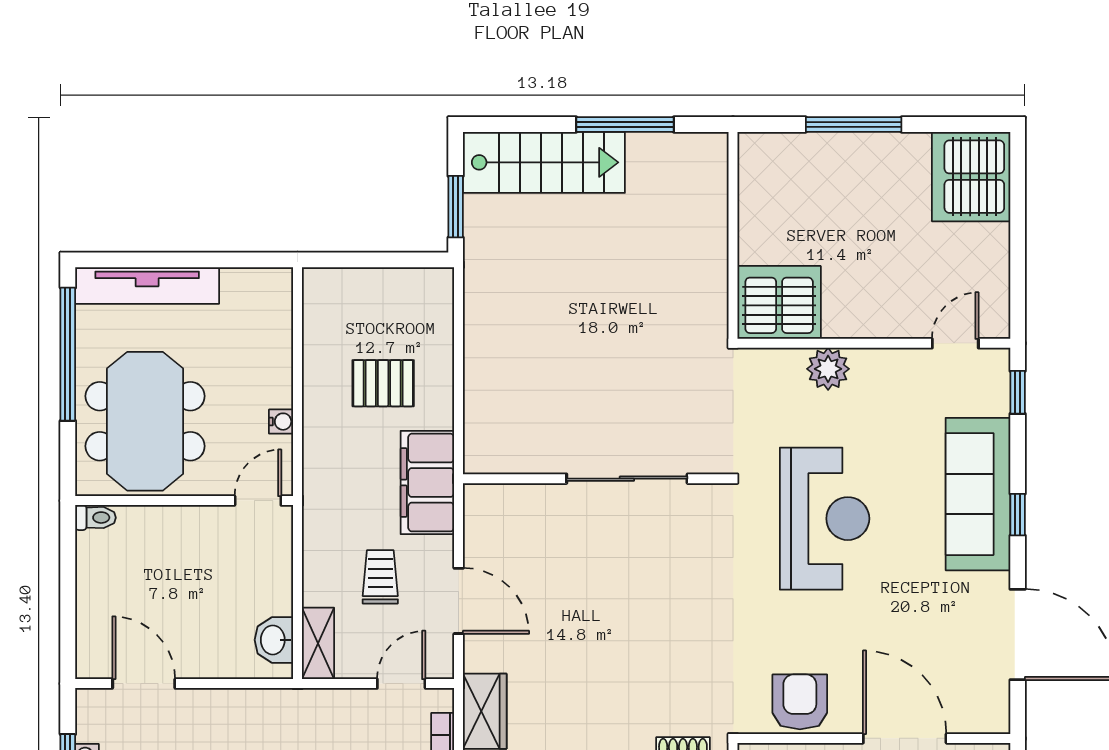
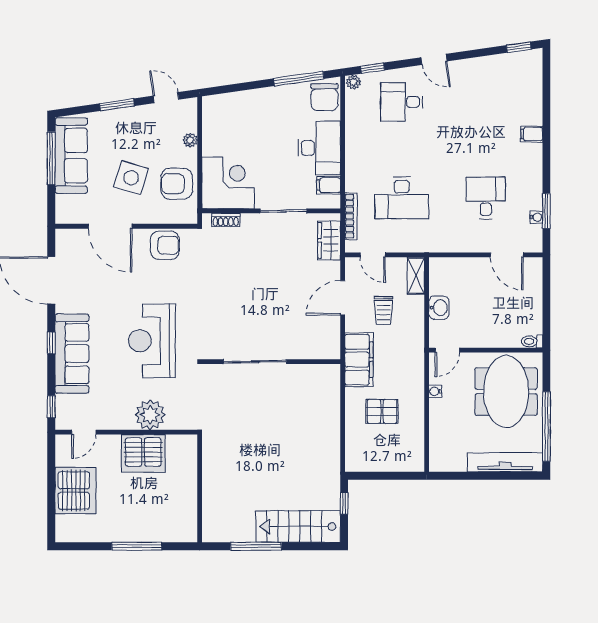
server rack: (971, 177) -> (75, 490), moved
window: (456, 207) -> (344, 503), width x0.67
server rack: (779, 302) -> (143, 454), moved
plant: (828, 369) -> (150, 415), width x1.36, depth x1.36
door: (459, 601) -> (343, 298), hinge flipped
washbasin: (274, 640) -> (439, 308), moved
door: (401, 684) -> (373, 255), hinge flipped
armchair: (800, 702) -> (165, 245), turned -90

